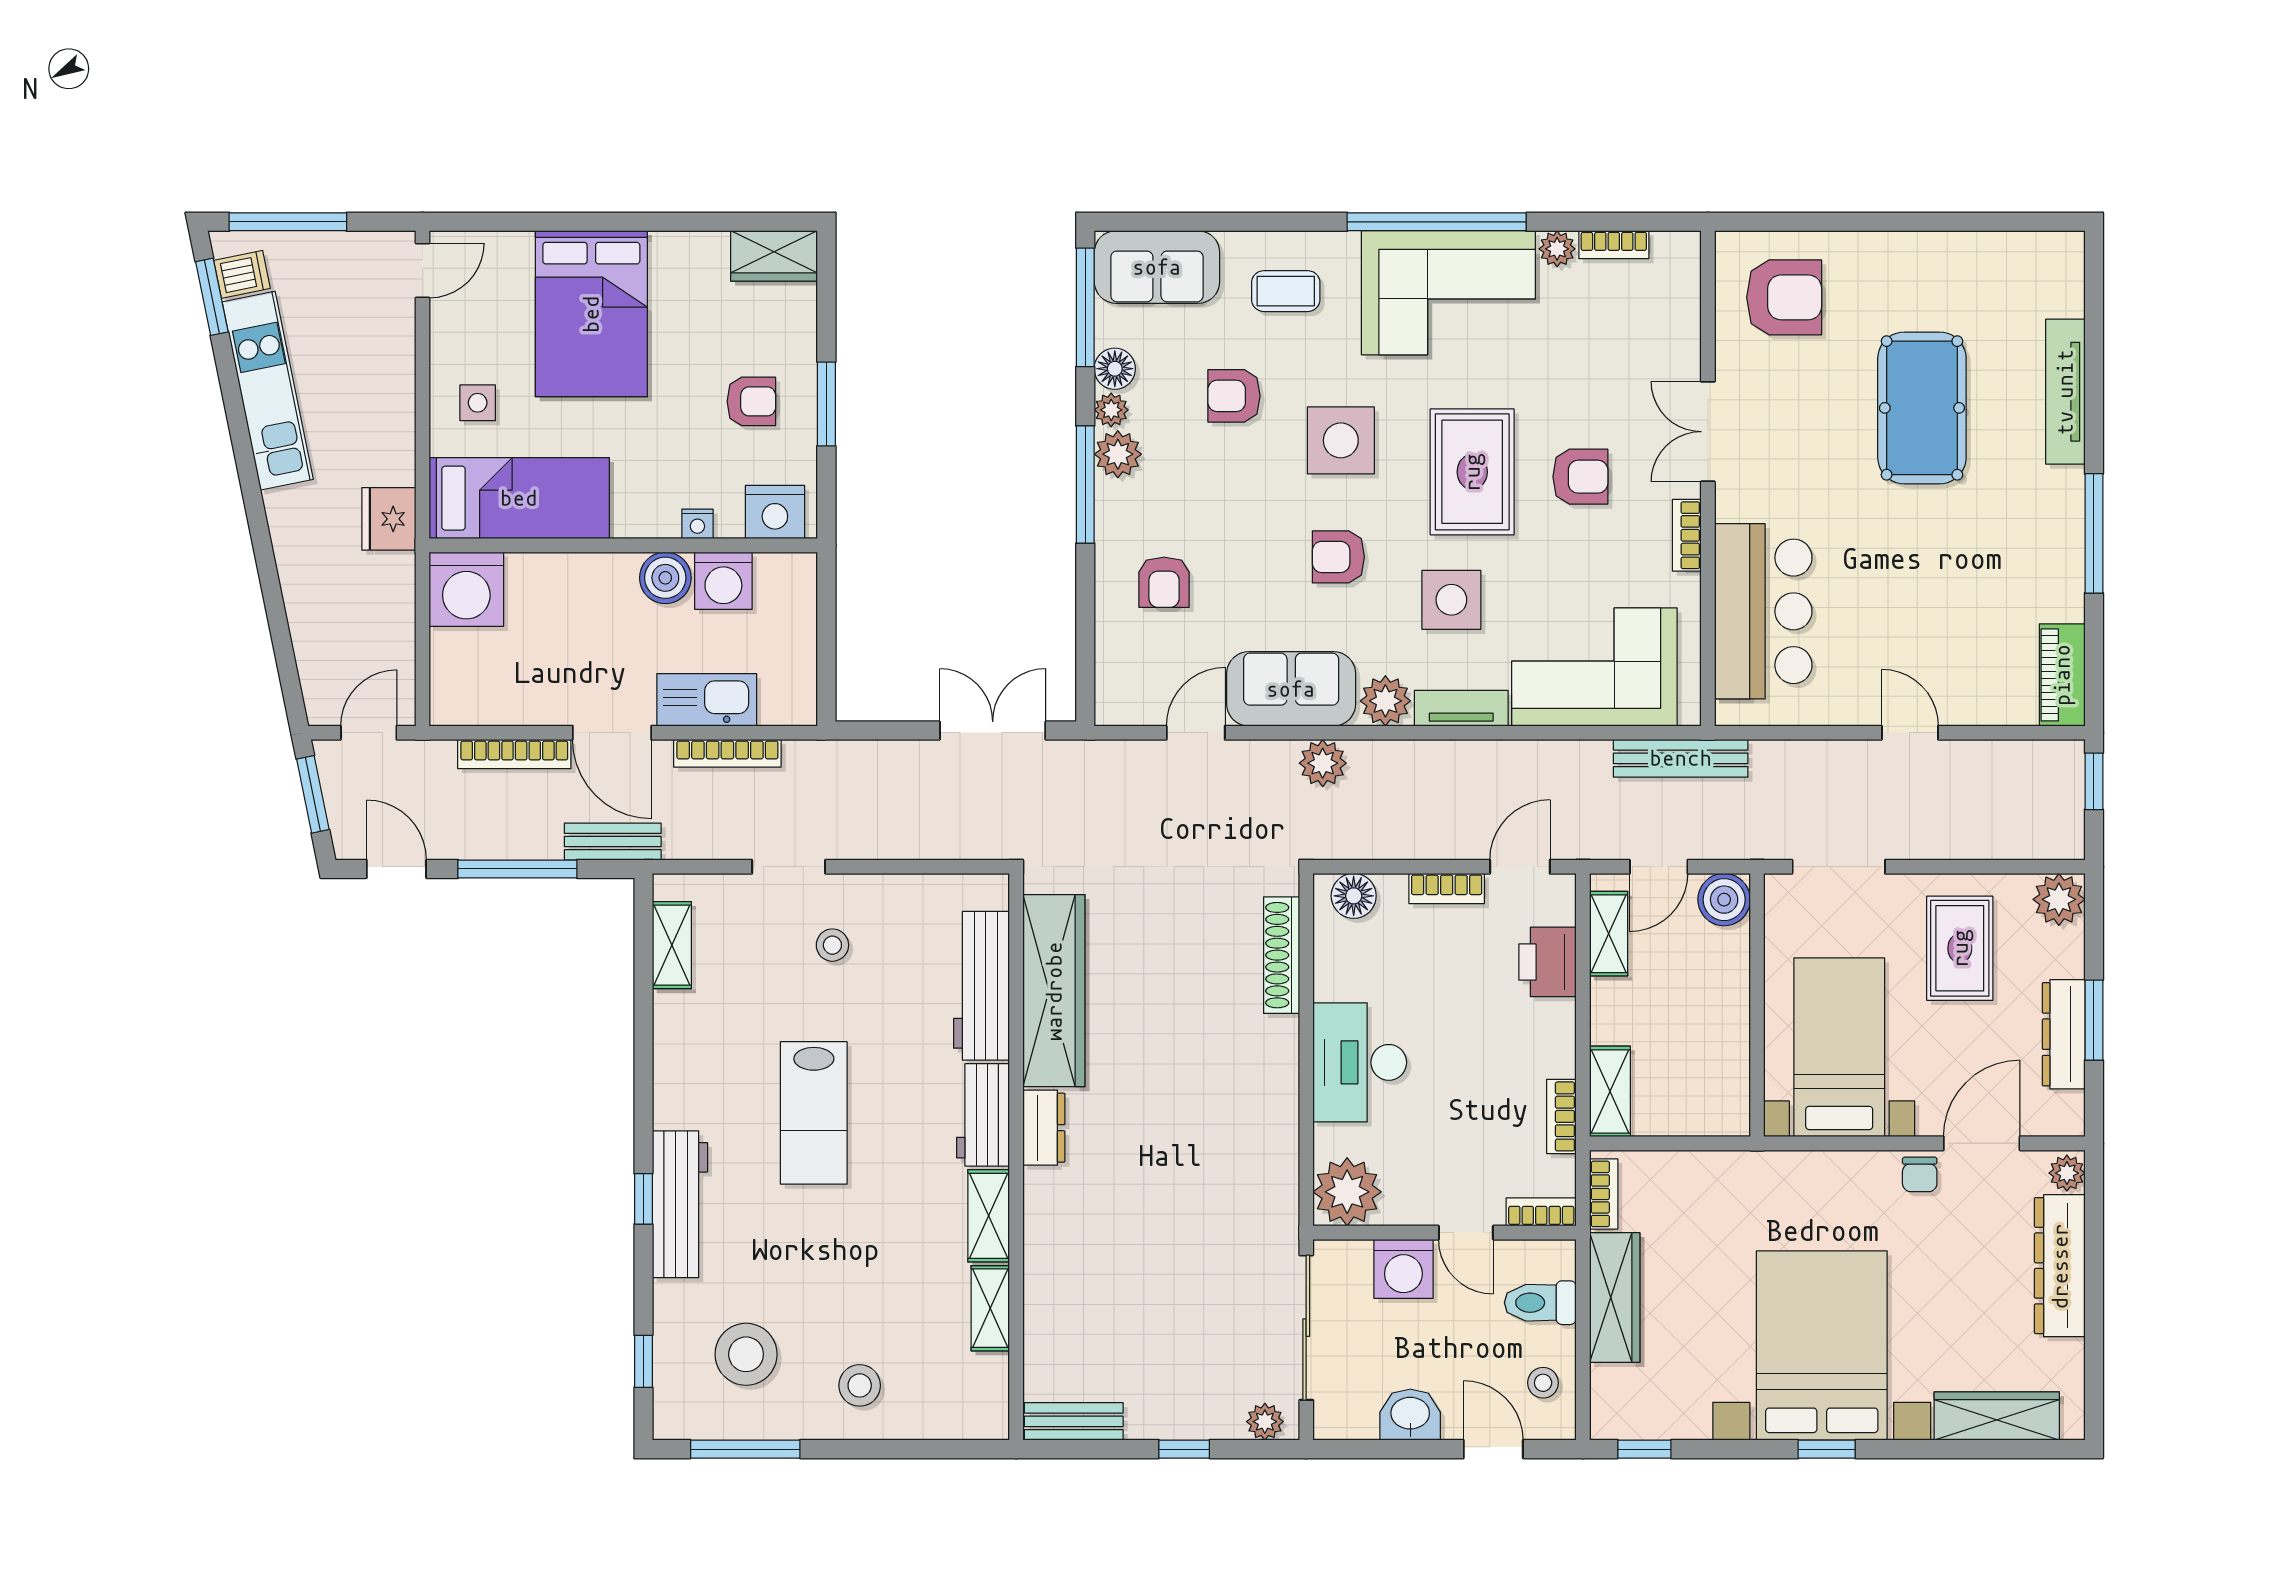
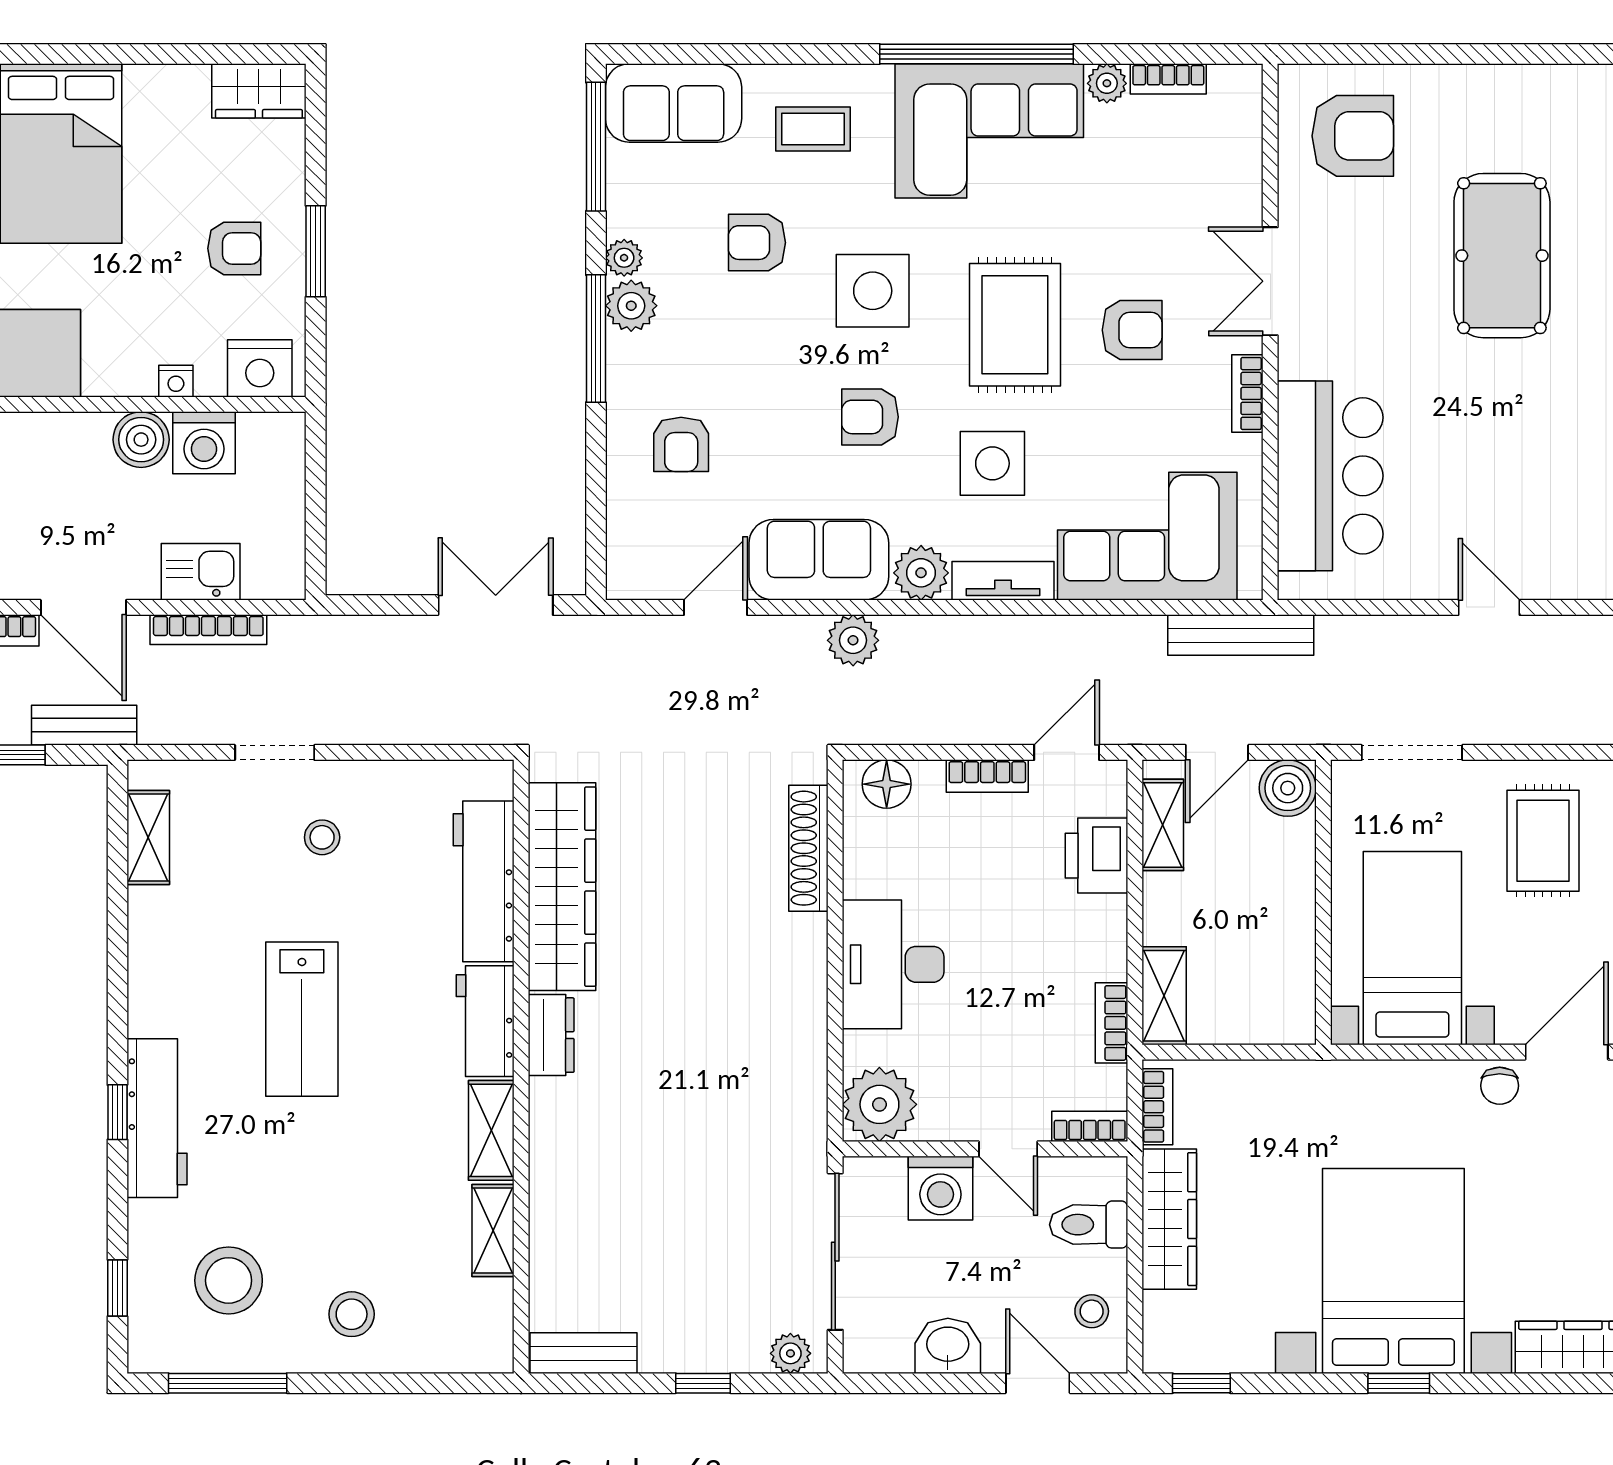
floor lamp: (1115, 369) -> (628, 213), removed
kitchen sink: (707, 700) -> (201, 572), width x0.73

